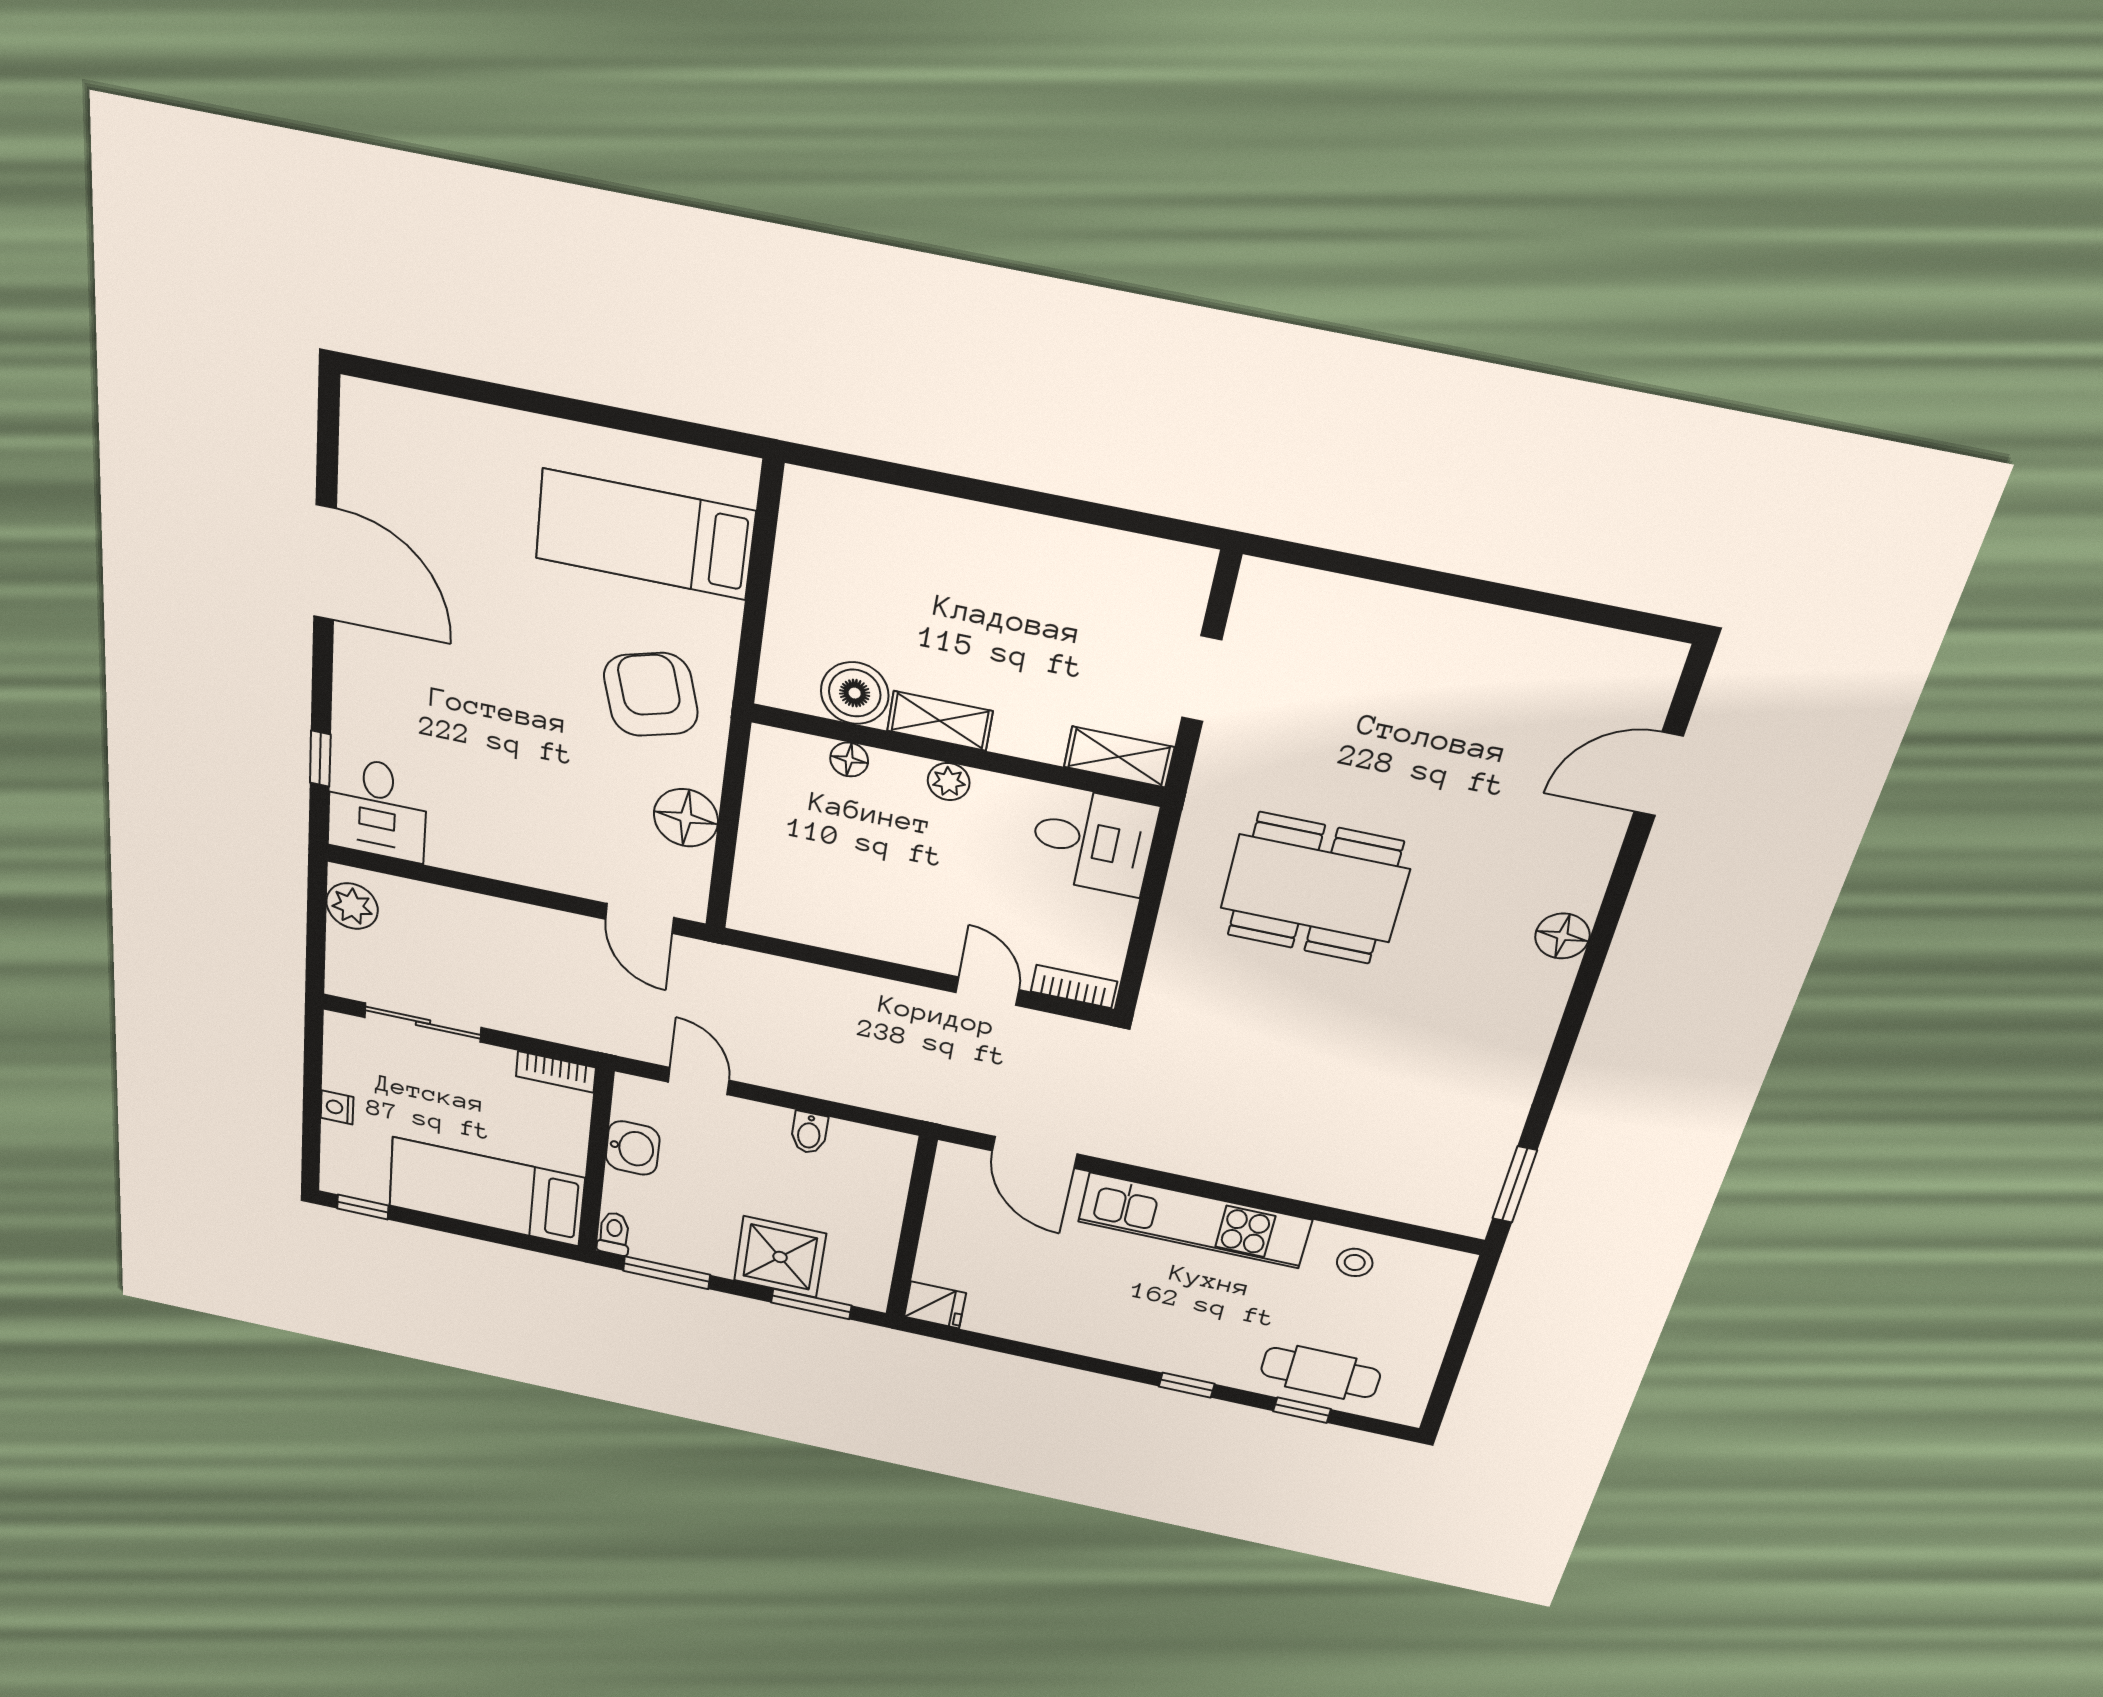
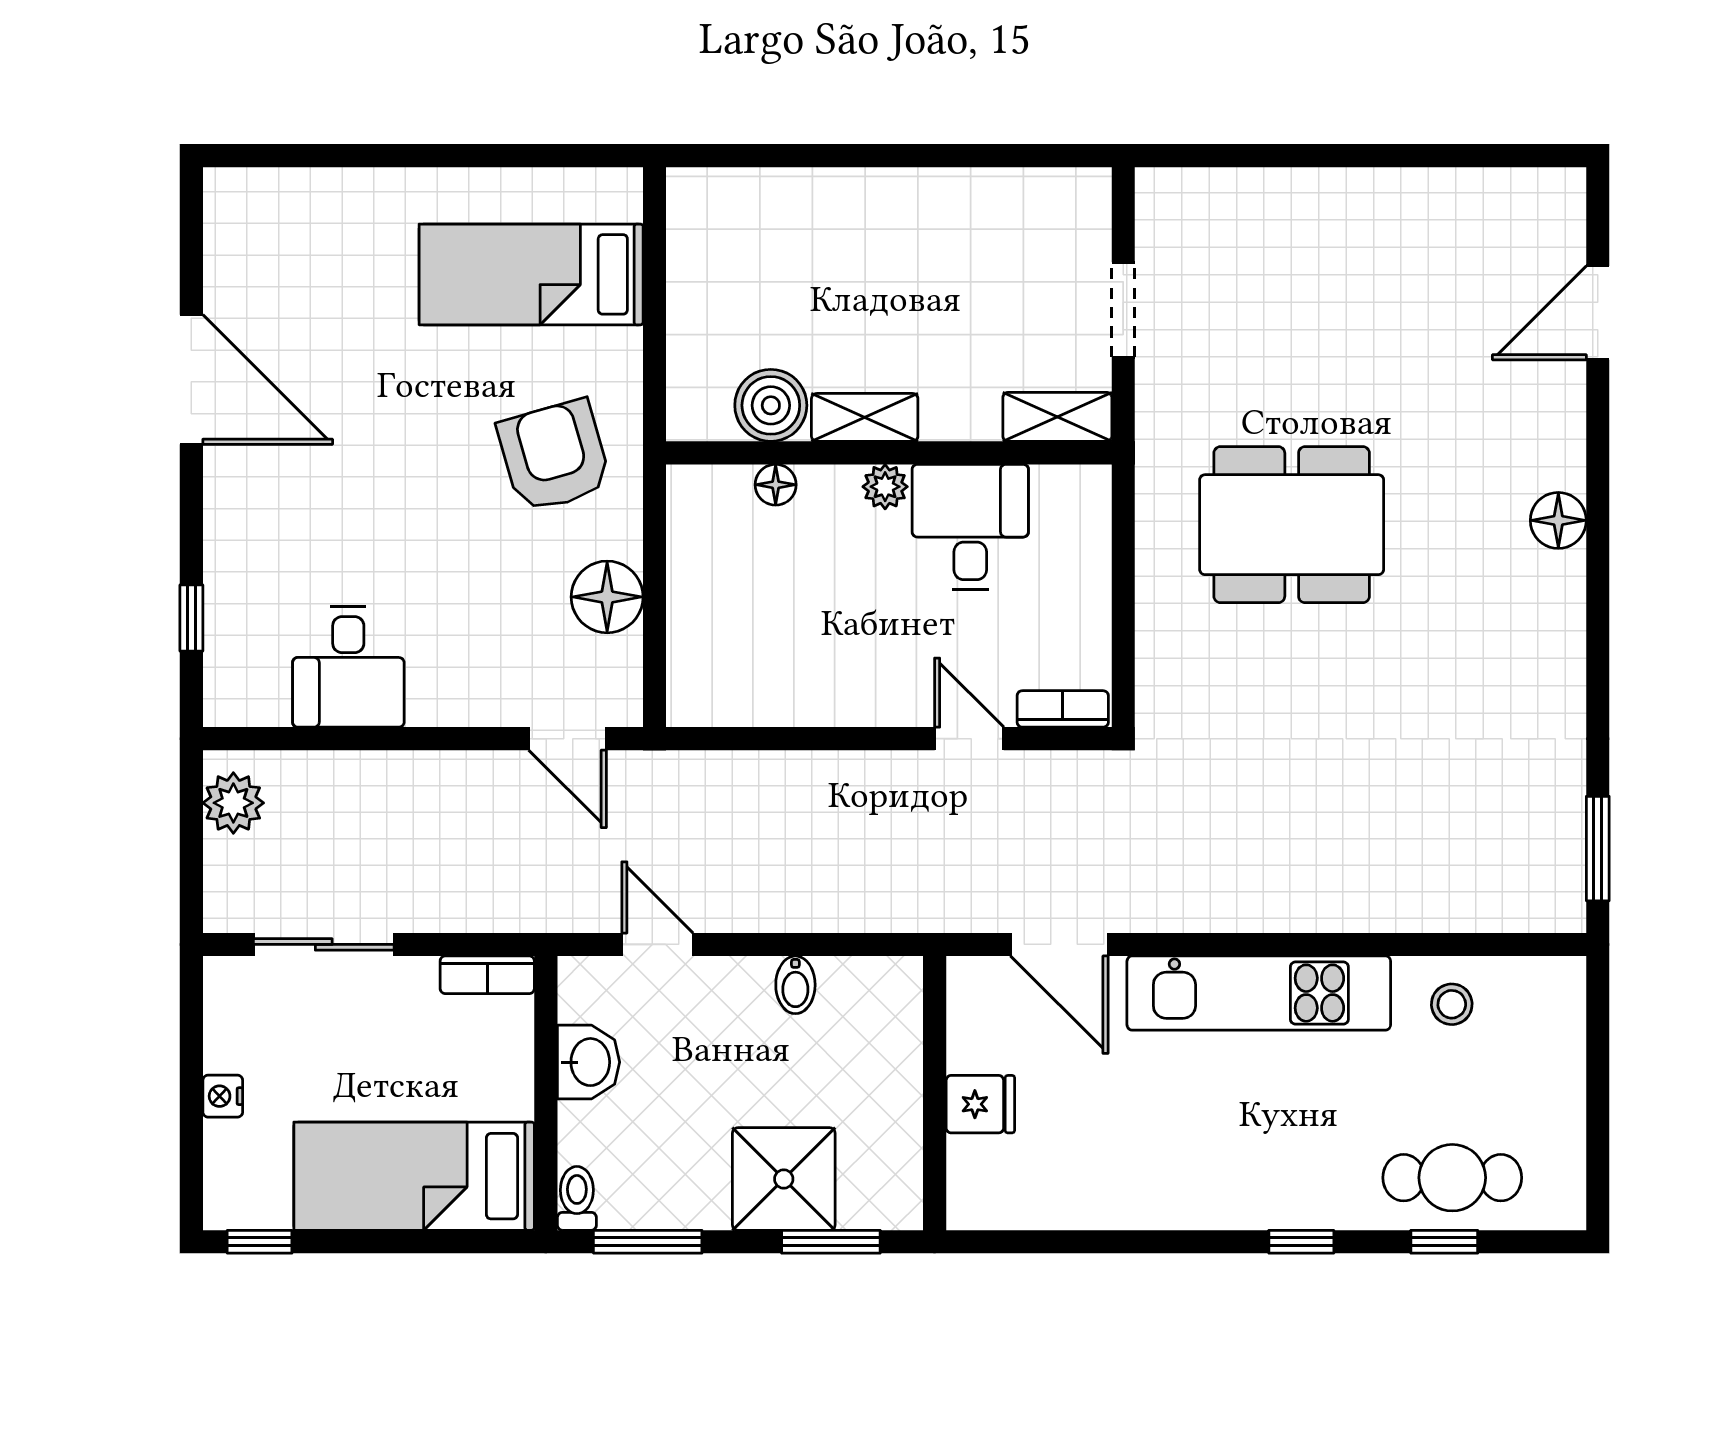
desk: (377, 809) -> (348, 667), moved
desk: (1093, 841) -> (970, 527), moved, turned -90
fridge: (935, 1305) -> (980, 1104), moved

